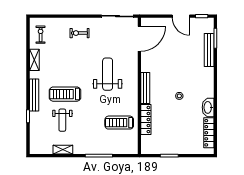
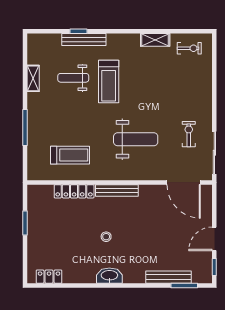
exercise bike: (79, 33) -> (189, 134), moved
treadmill: (65, 94) -> (109, 81), turned 180
bench: (34, 95) -> (84, 40), moved
washbasin: (208, 107) -> (109, 276), moved
treadmill: (119, 123) -> (70, 155), turned 90
locker: (209, 133) -> (49, 277), width x0.66

